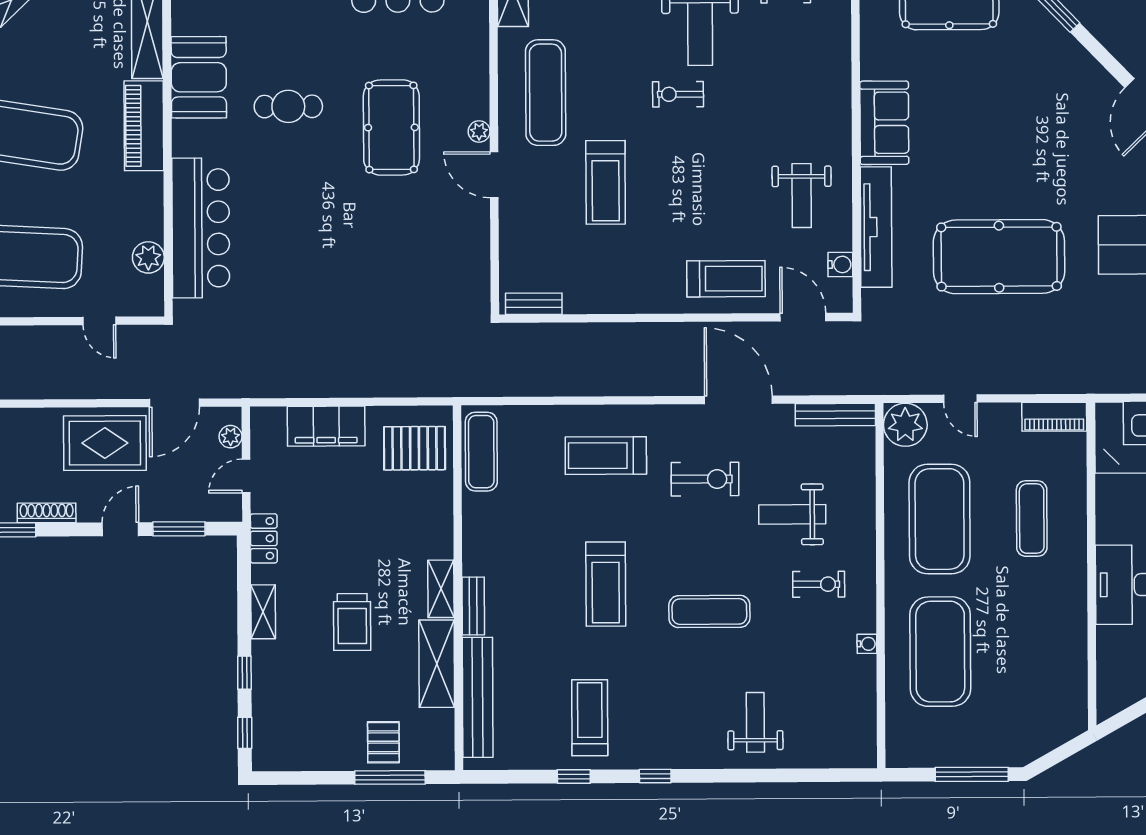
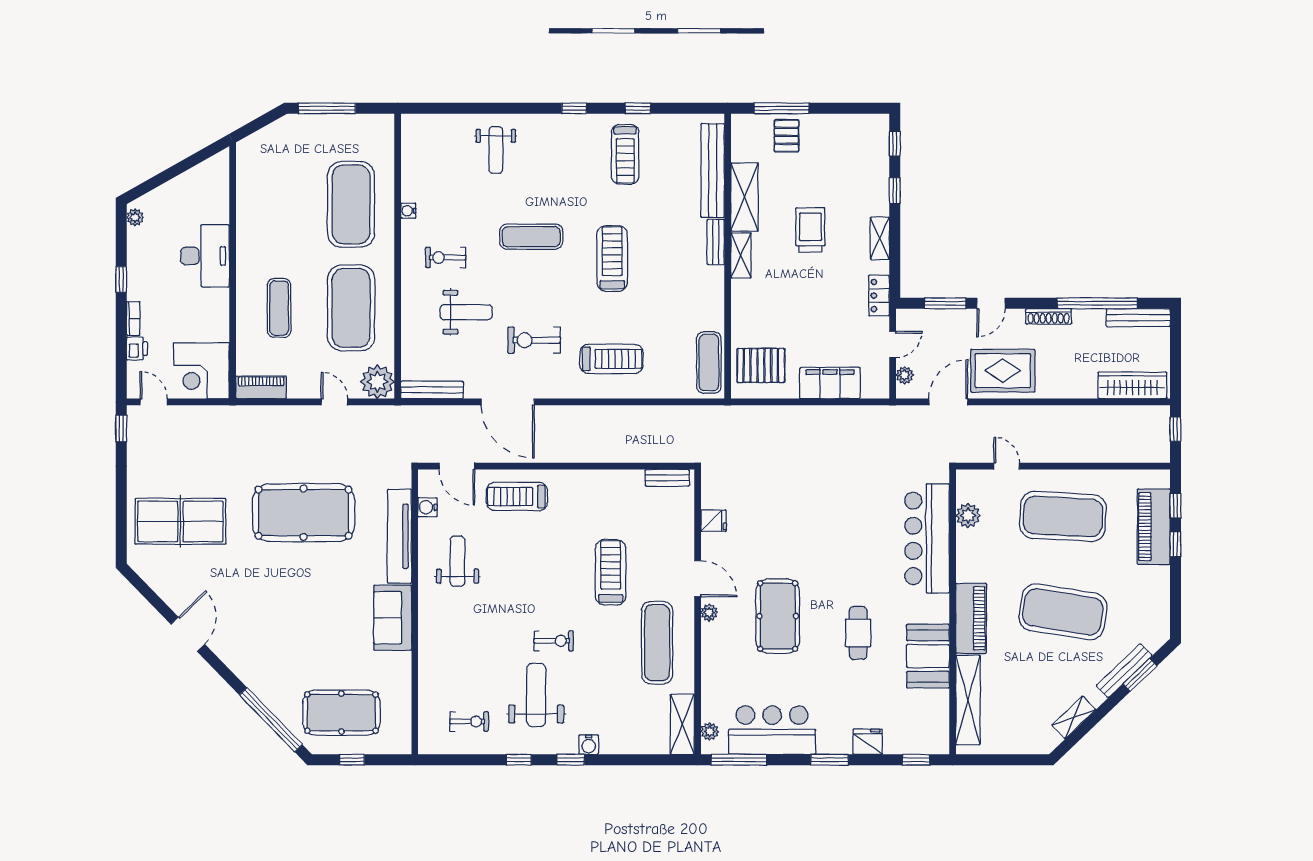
cafe table: (288, 106) -> (858, 633), turned 90
fridge: (474, 249) -> (714, 521), added

